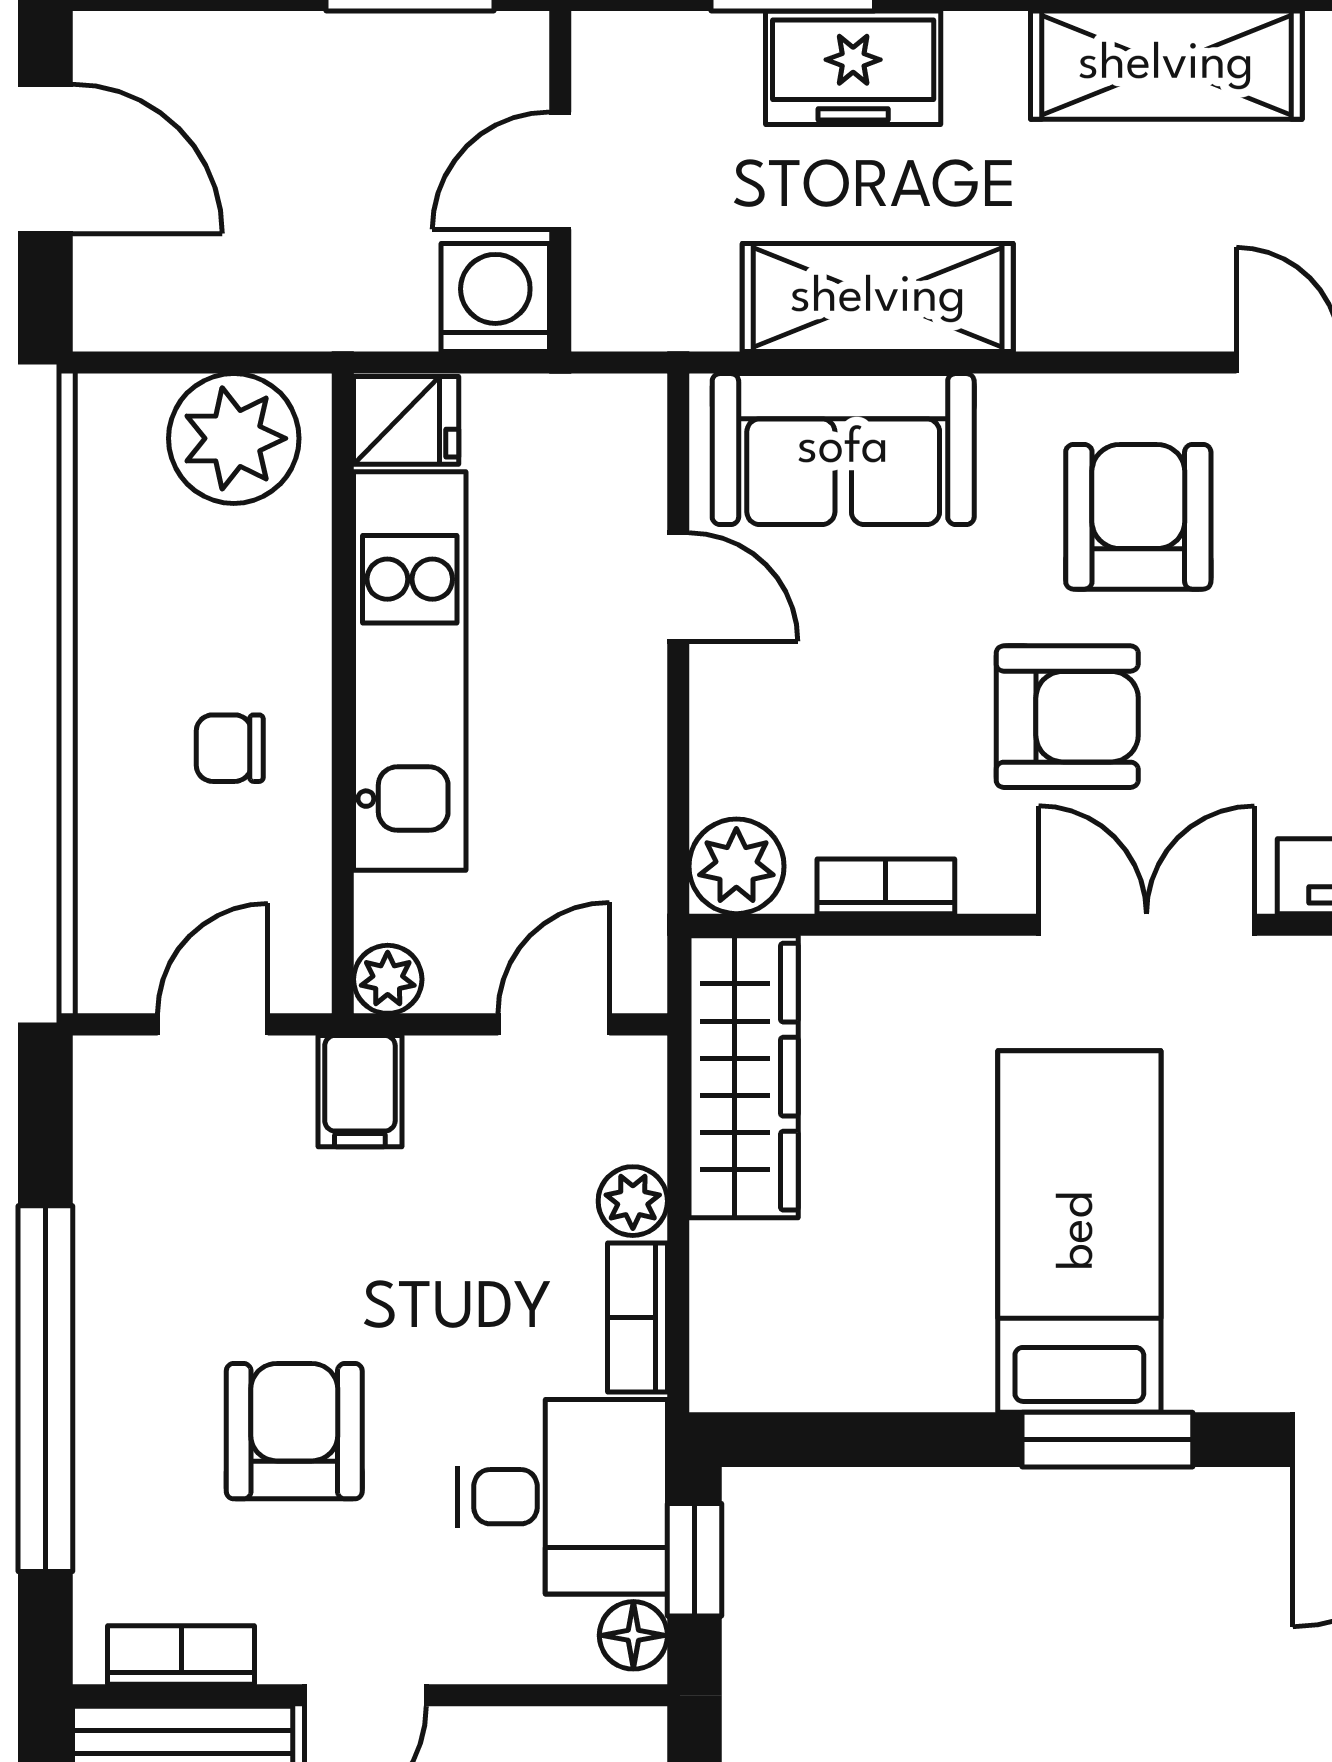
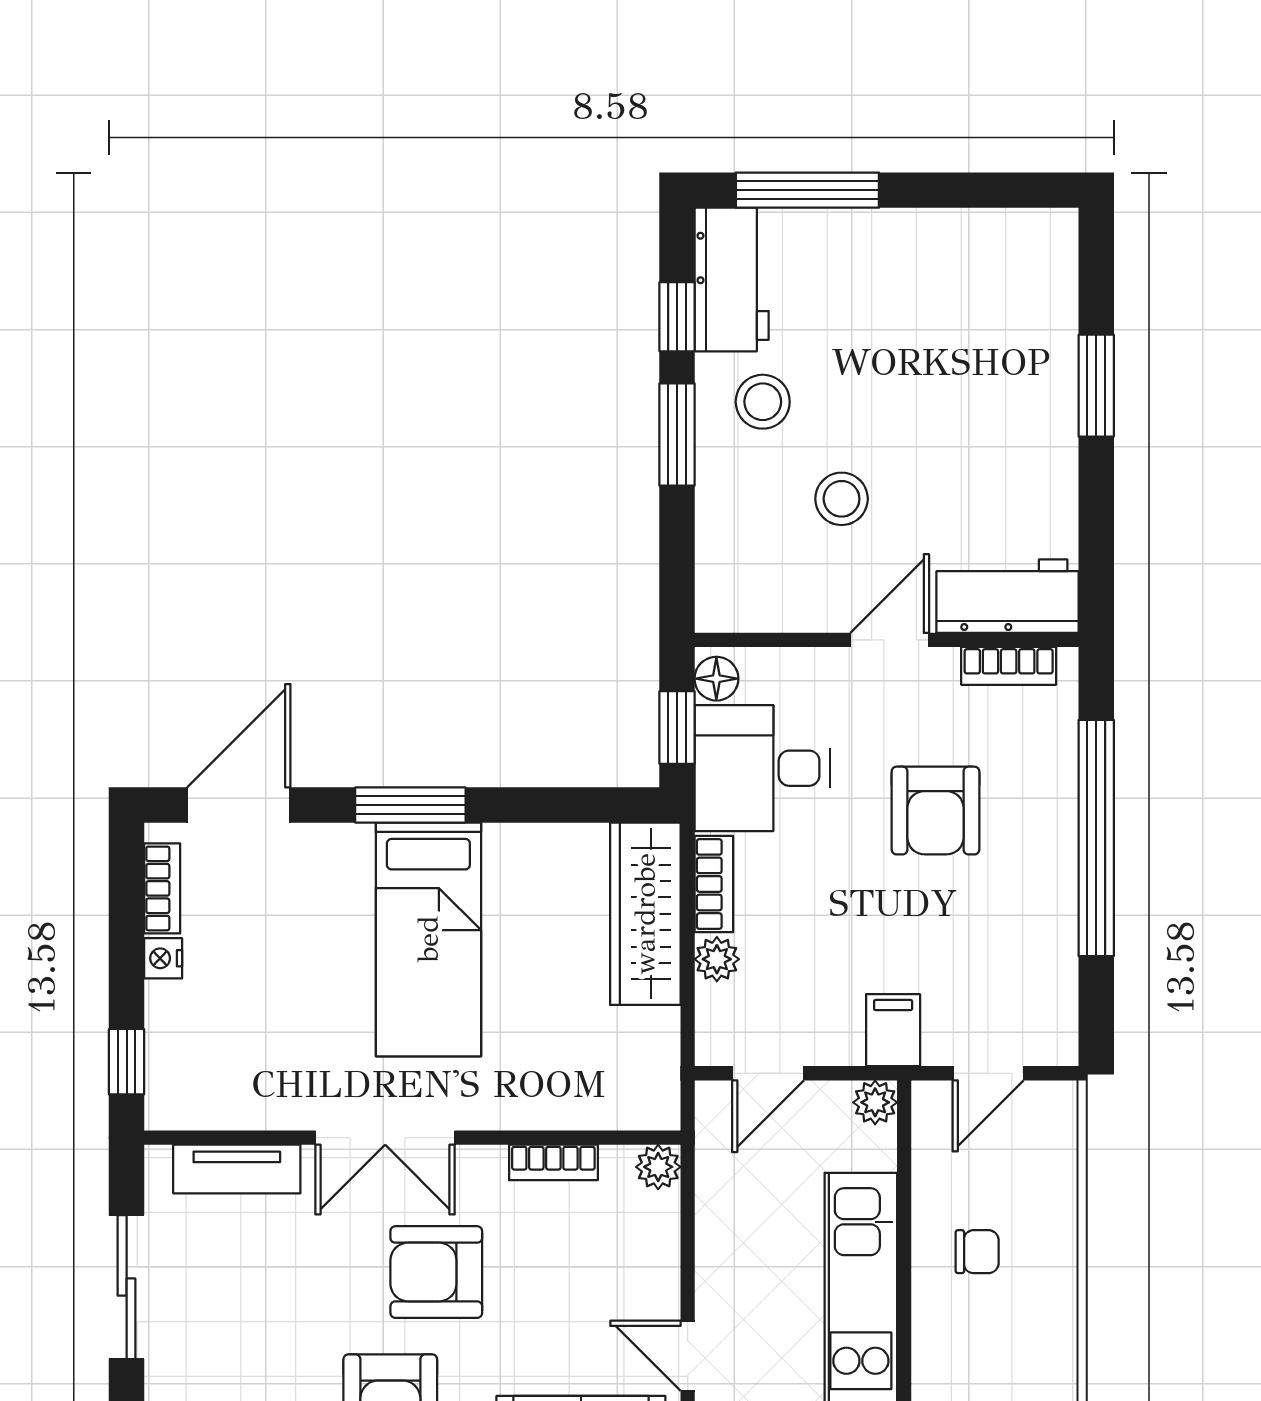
plant: (736, 866) -> (658, 1167), width x0.73, depth x0.73
wardrobe: (744, 1077) -> (645, 914), moved

